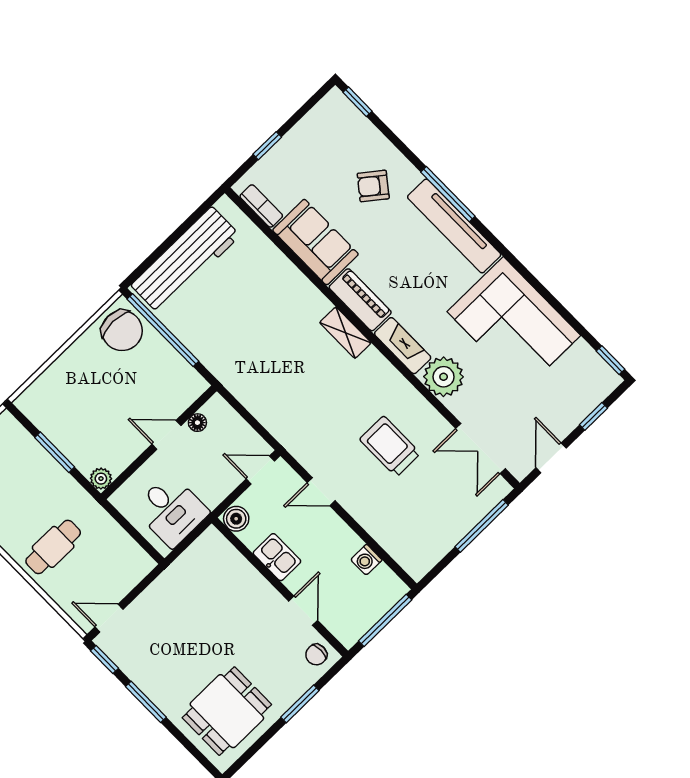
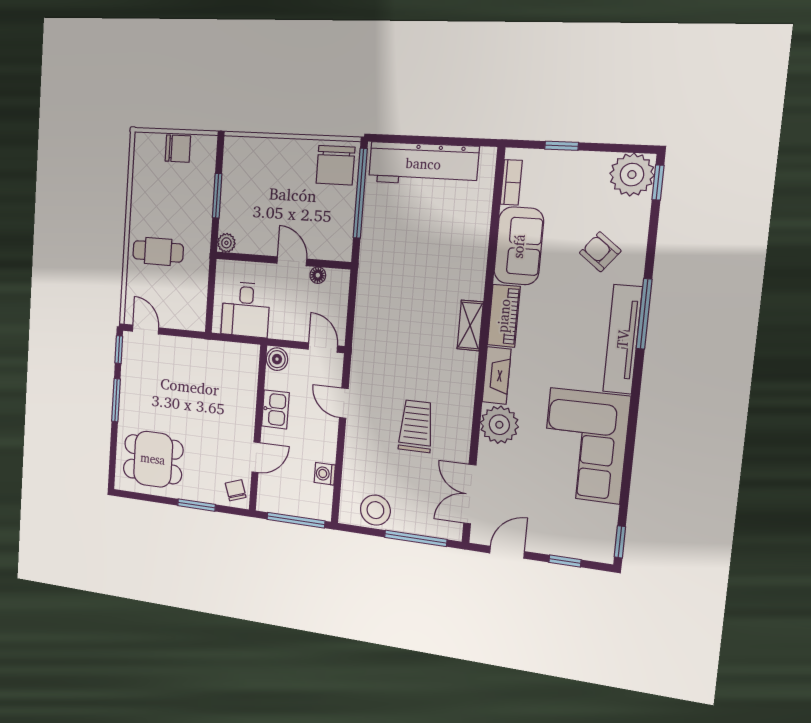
plant: (335, 115) -> (632, 175), added
stool: (432, 541) -> (375, 510), added
chair: (316, 655) -> (236, 490), turned 71

